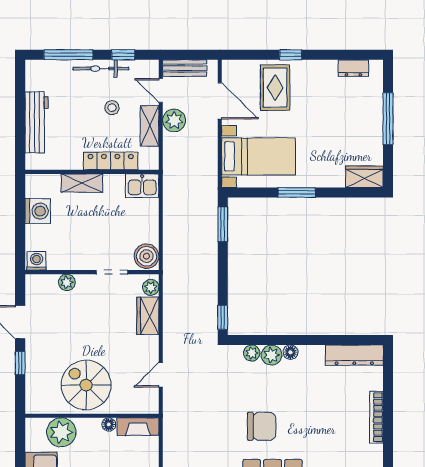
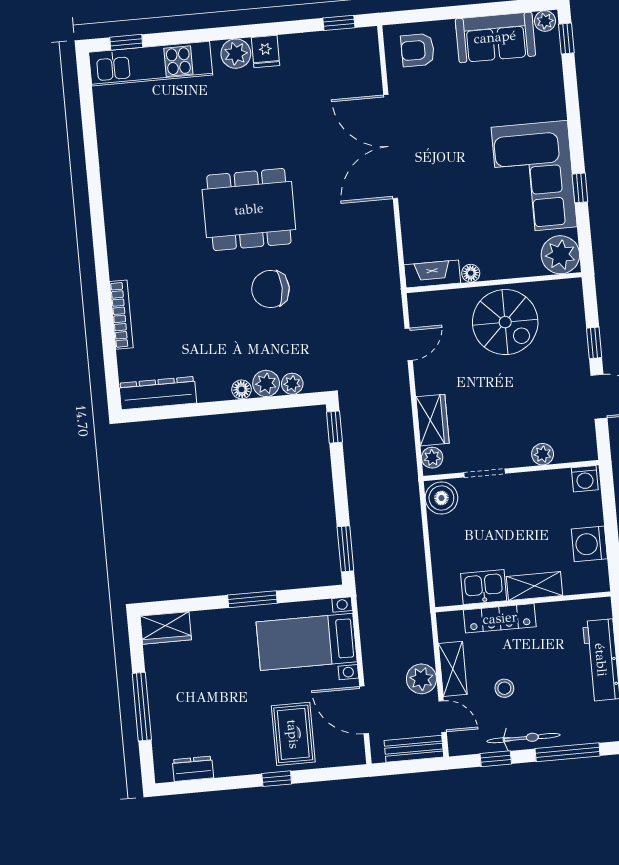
kitchen sink: (142, 186) -> (484, 587), moved
plant: (61, 432) -> (560, 255), moved

